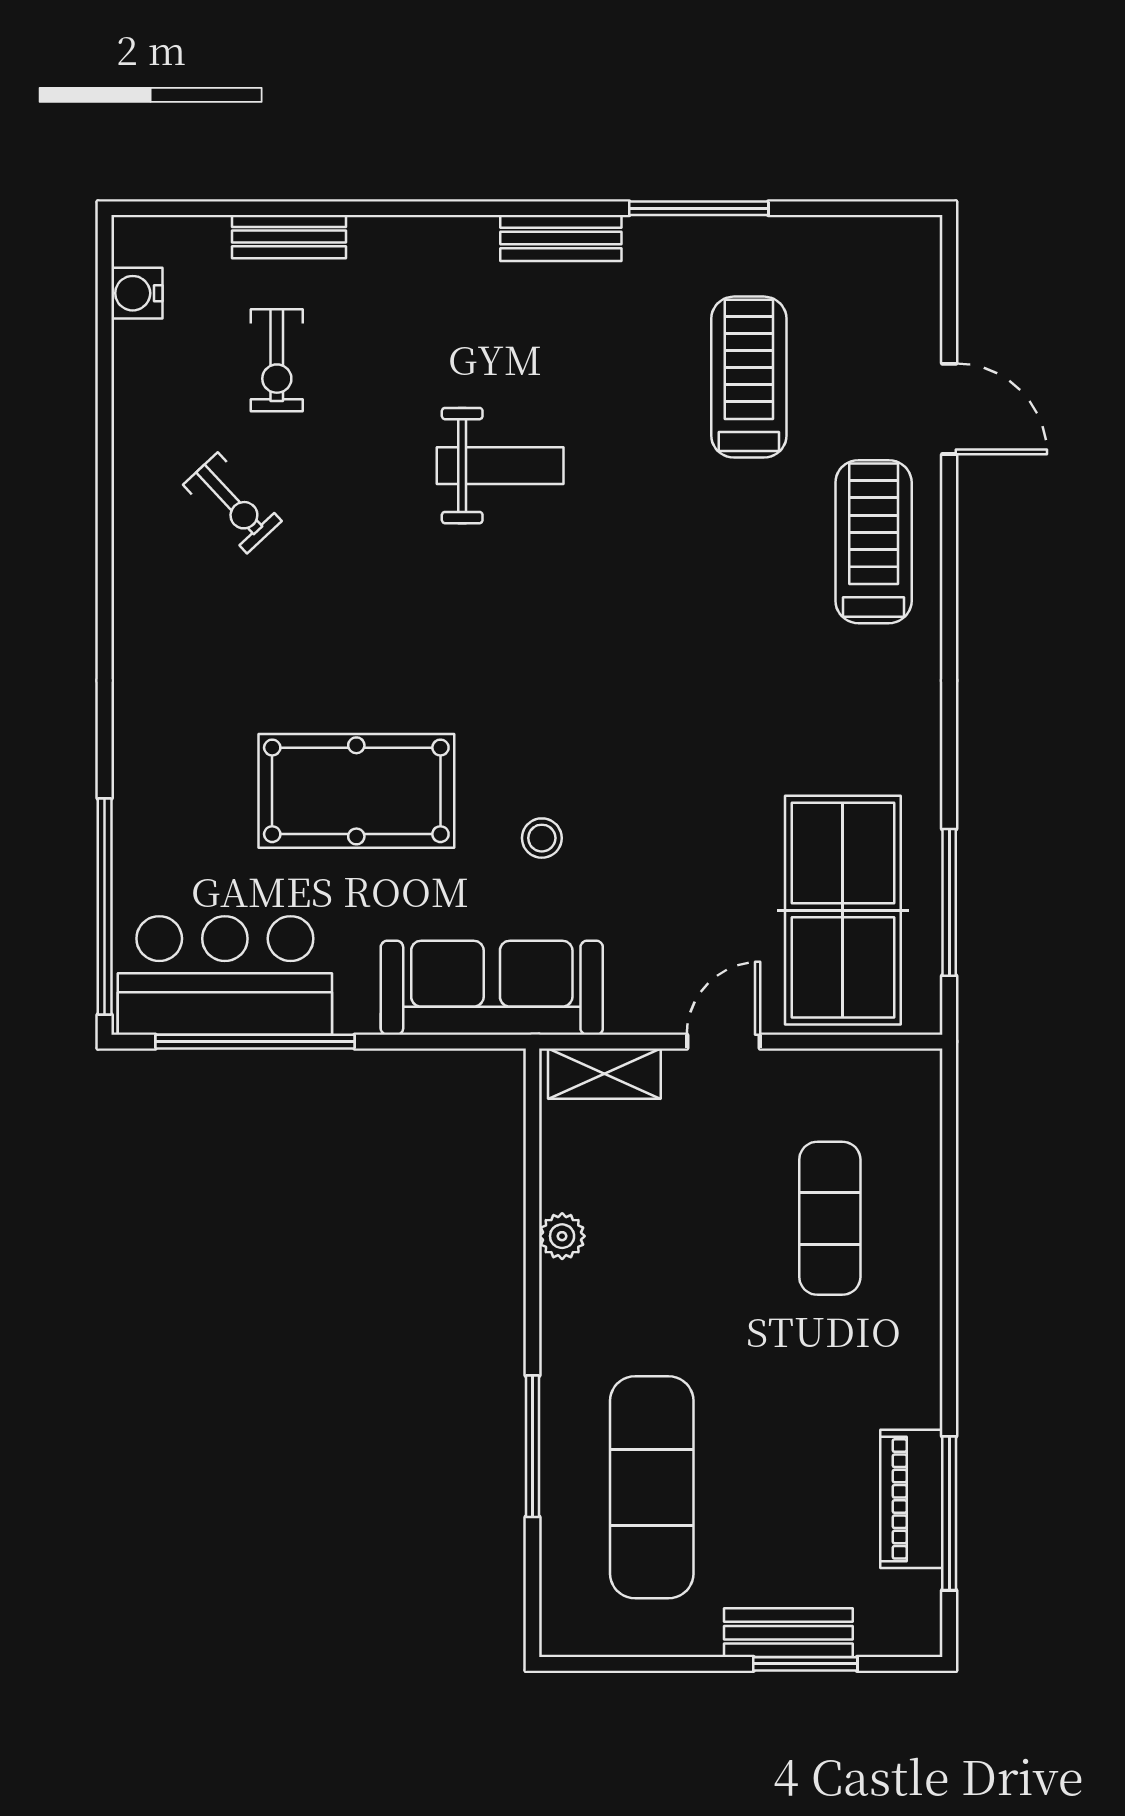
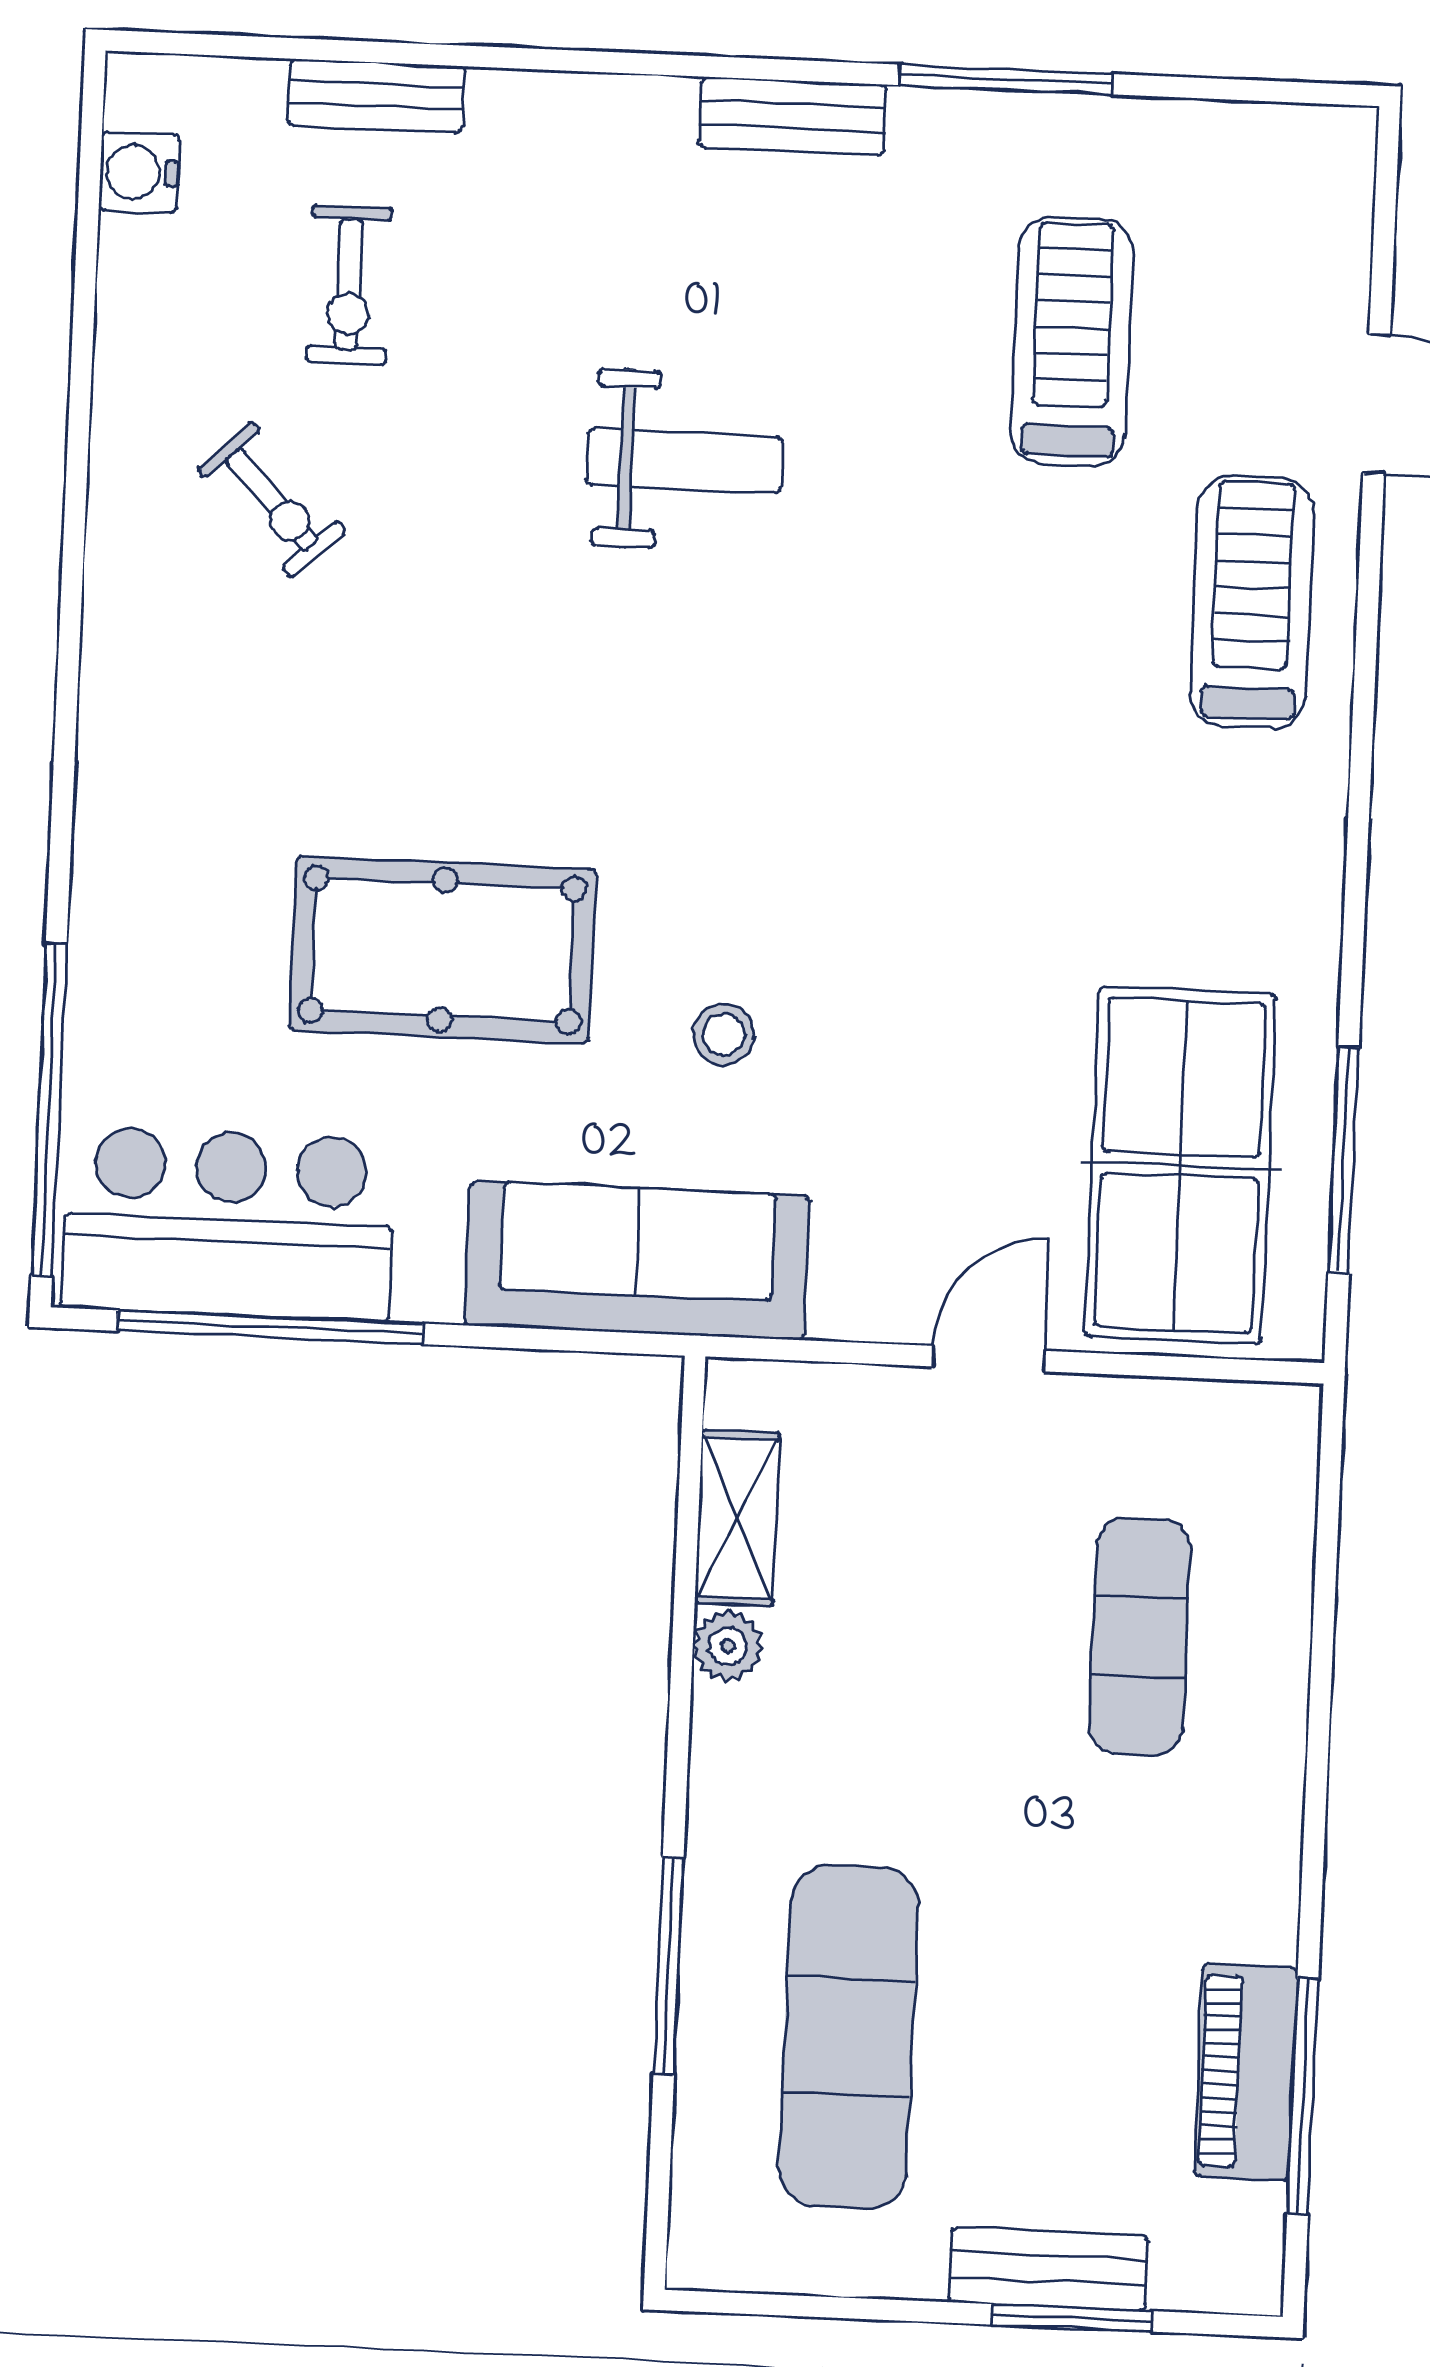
shelving: (604, 1074) -> (737, 1518), moved, turned 90

